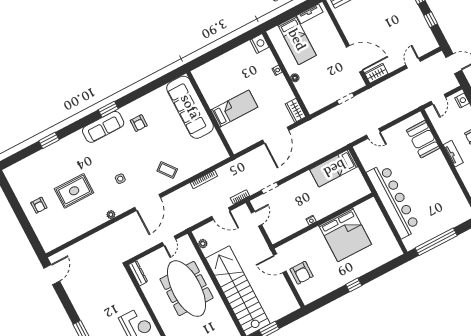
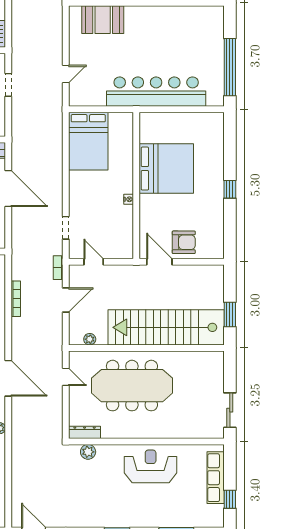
bed: (334, 168) -> (88, 141), width x1.50
door: (280, 263) -> (159, 262), swing flipped
plant: (126, 282) -> (88, 452), added

